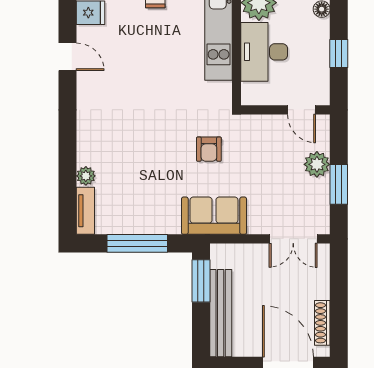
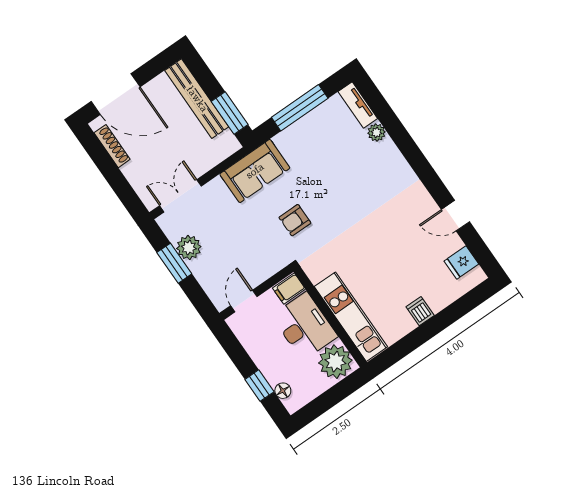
window: (339, 54) -> (259, 386), moved
filing cabinet: (255, 94) -> (289, 289), added
door: (302, 110) -> (244, 301), hinge flipped
armchair: (209, 149) -> (295, 220), turned -90
plant: (317, 164) -> (189, 248), moved

